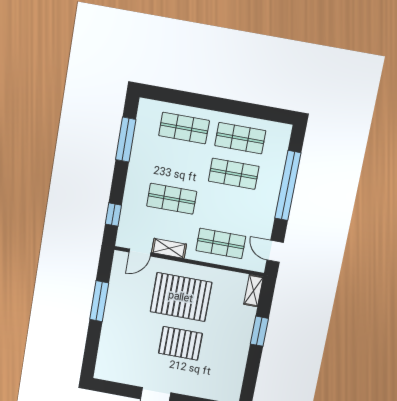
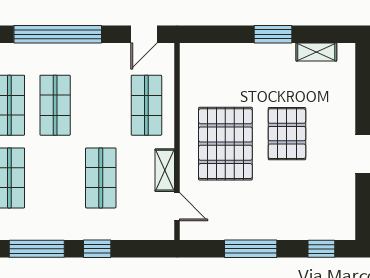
window: (113, 215) -> (97, 249), moved
shelving: (253, 291) -> (316, 52), moved
window: (259, 331) -> (273, 34), moved
window: (91, 353) -> (321, 249), added

